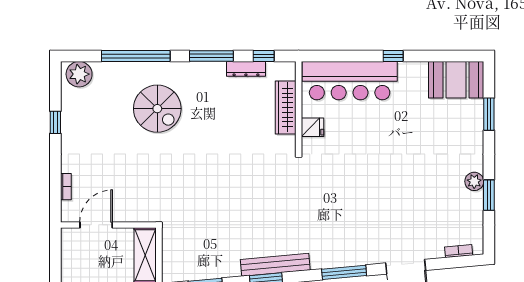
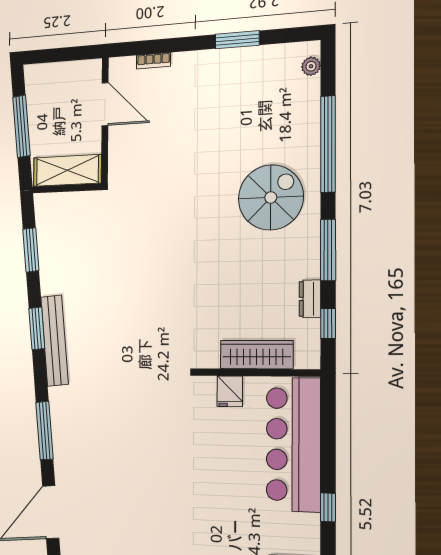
dresser: (246, 69) -> (310, 299), width x0.70
plant: (79, 74) -> (311, 66), width x0.53, depth x0.53
spiral stairs: (157, 109) -> (271, 197), moved, turned 180
window: (55, 122) -> (237, 40), width x1.50

